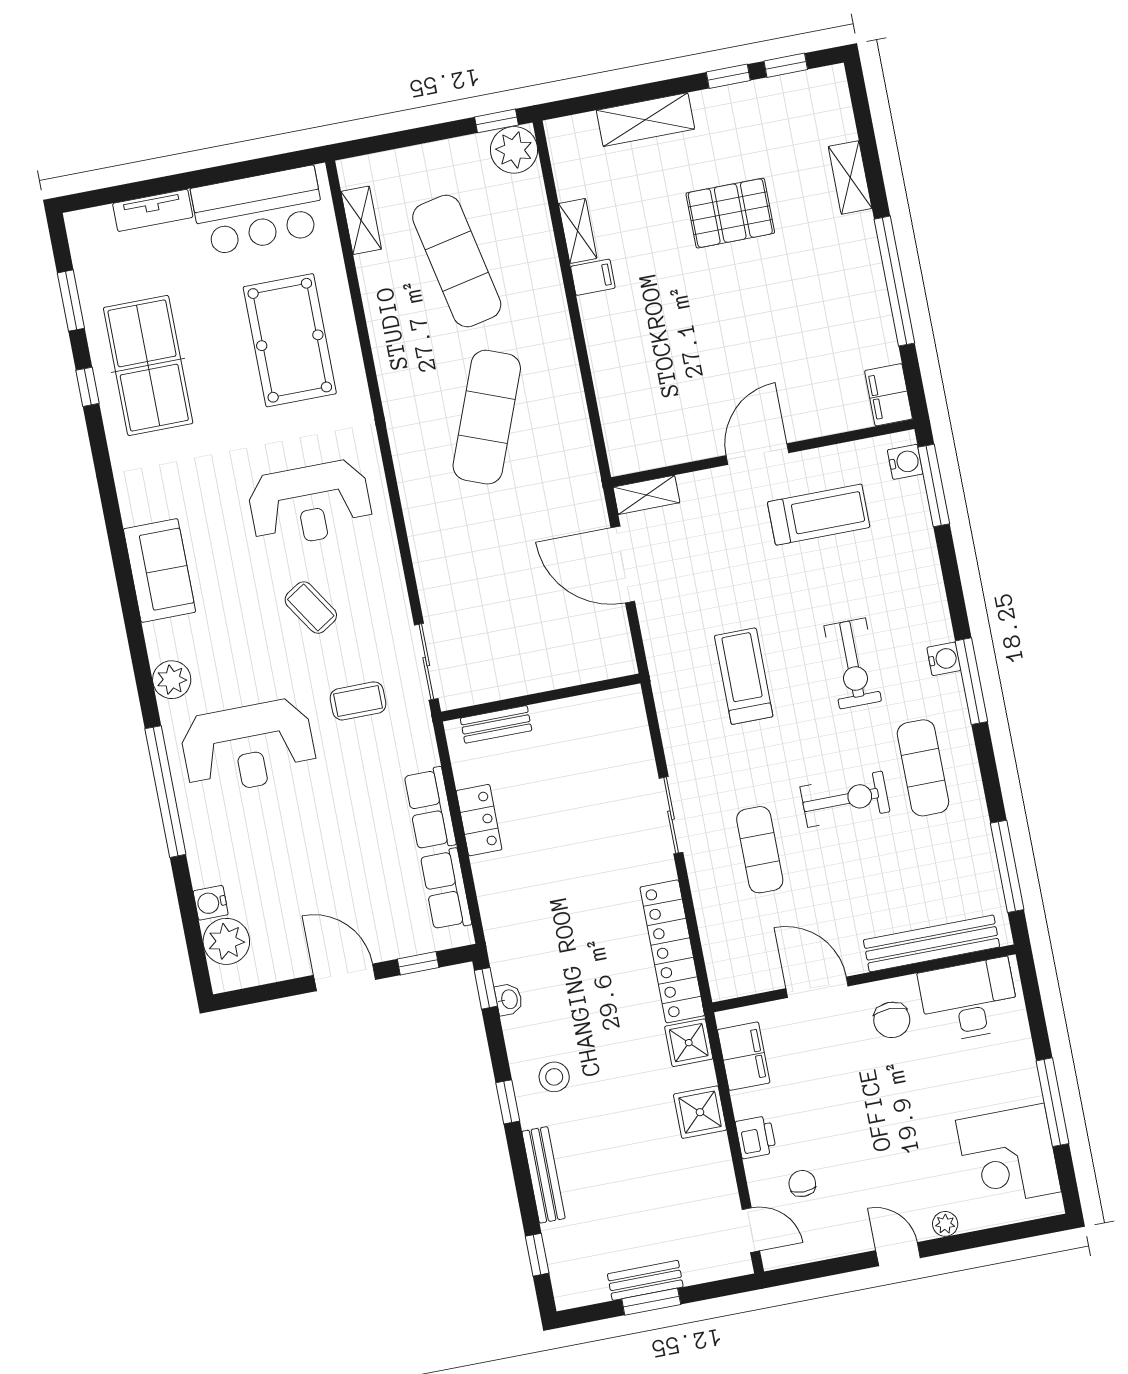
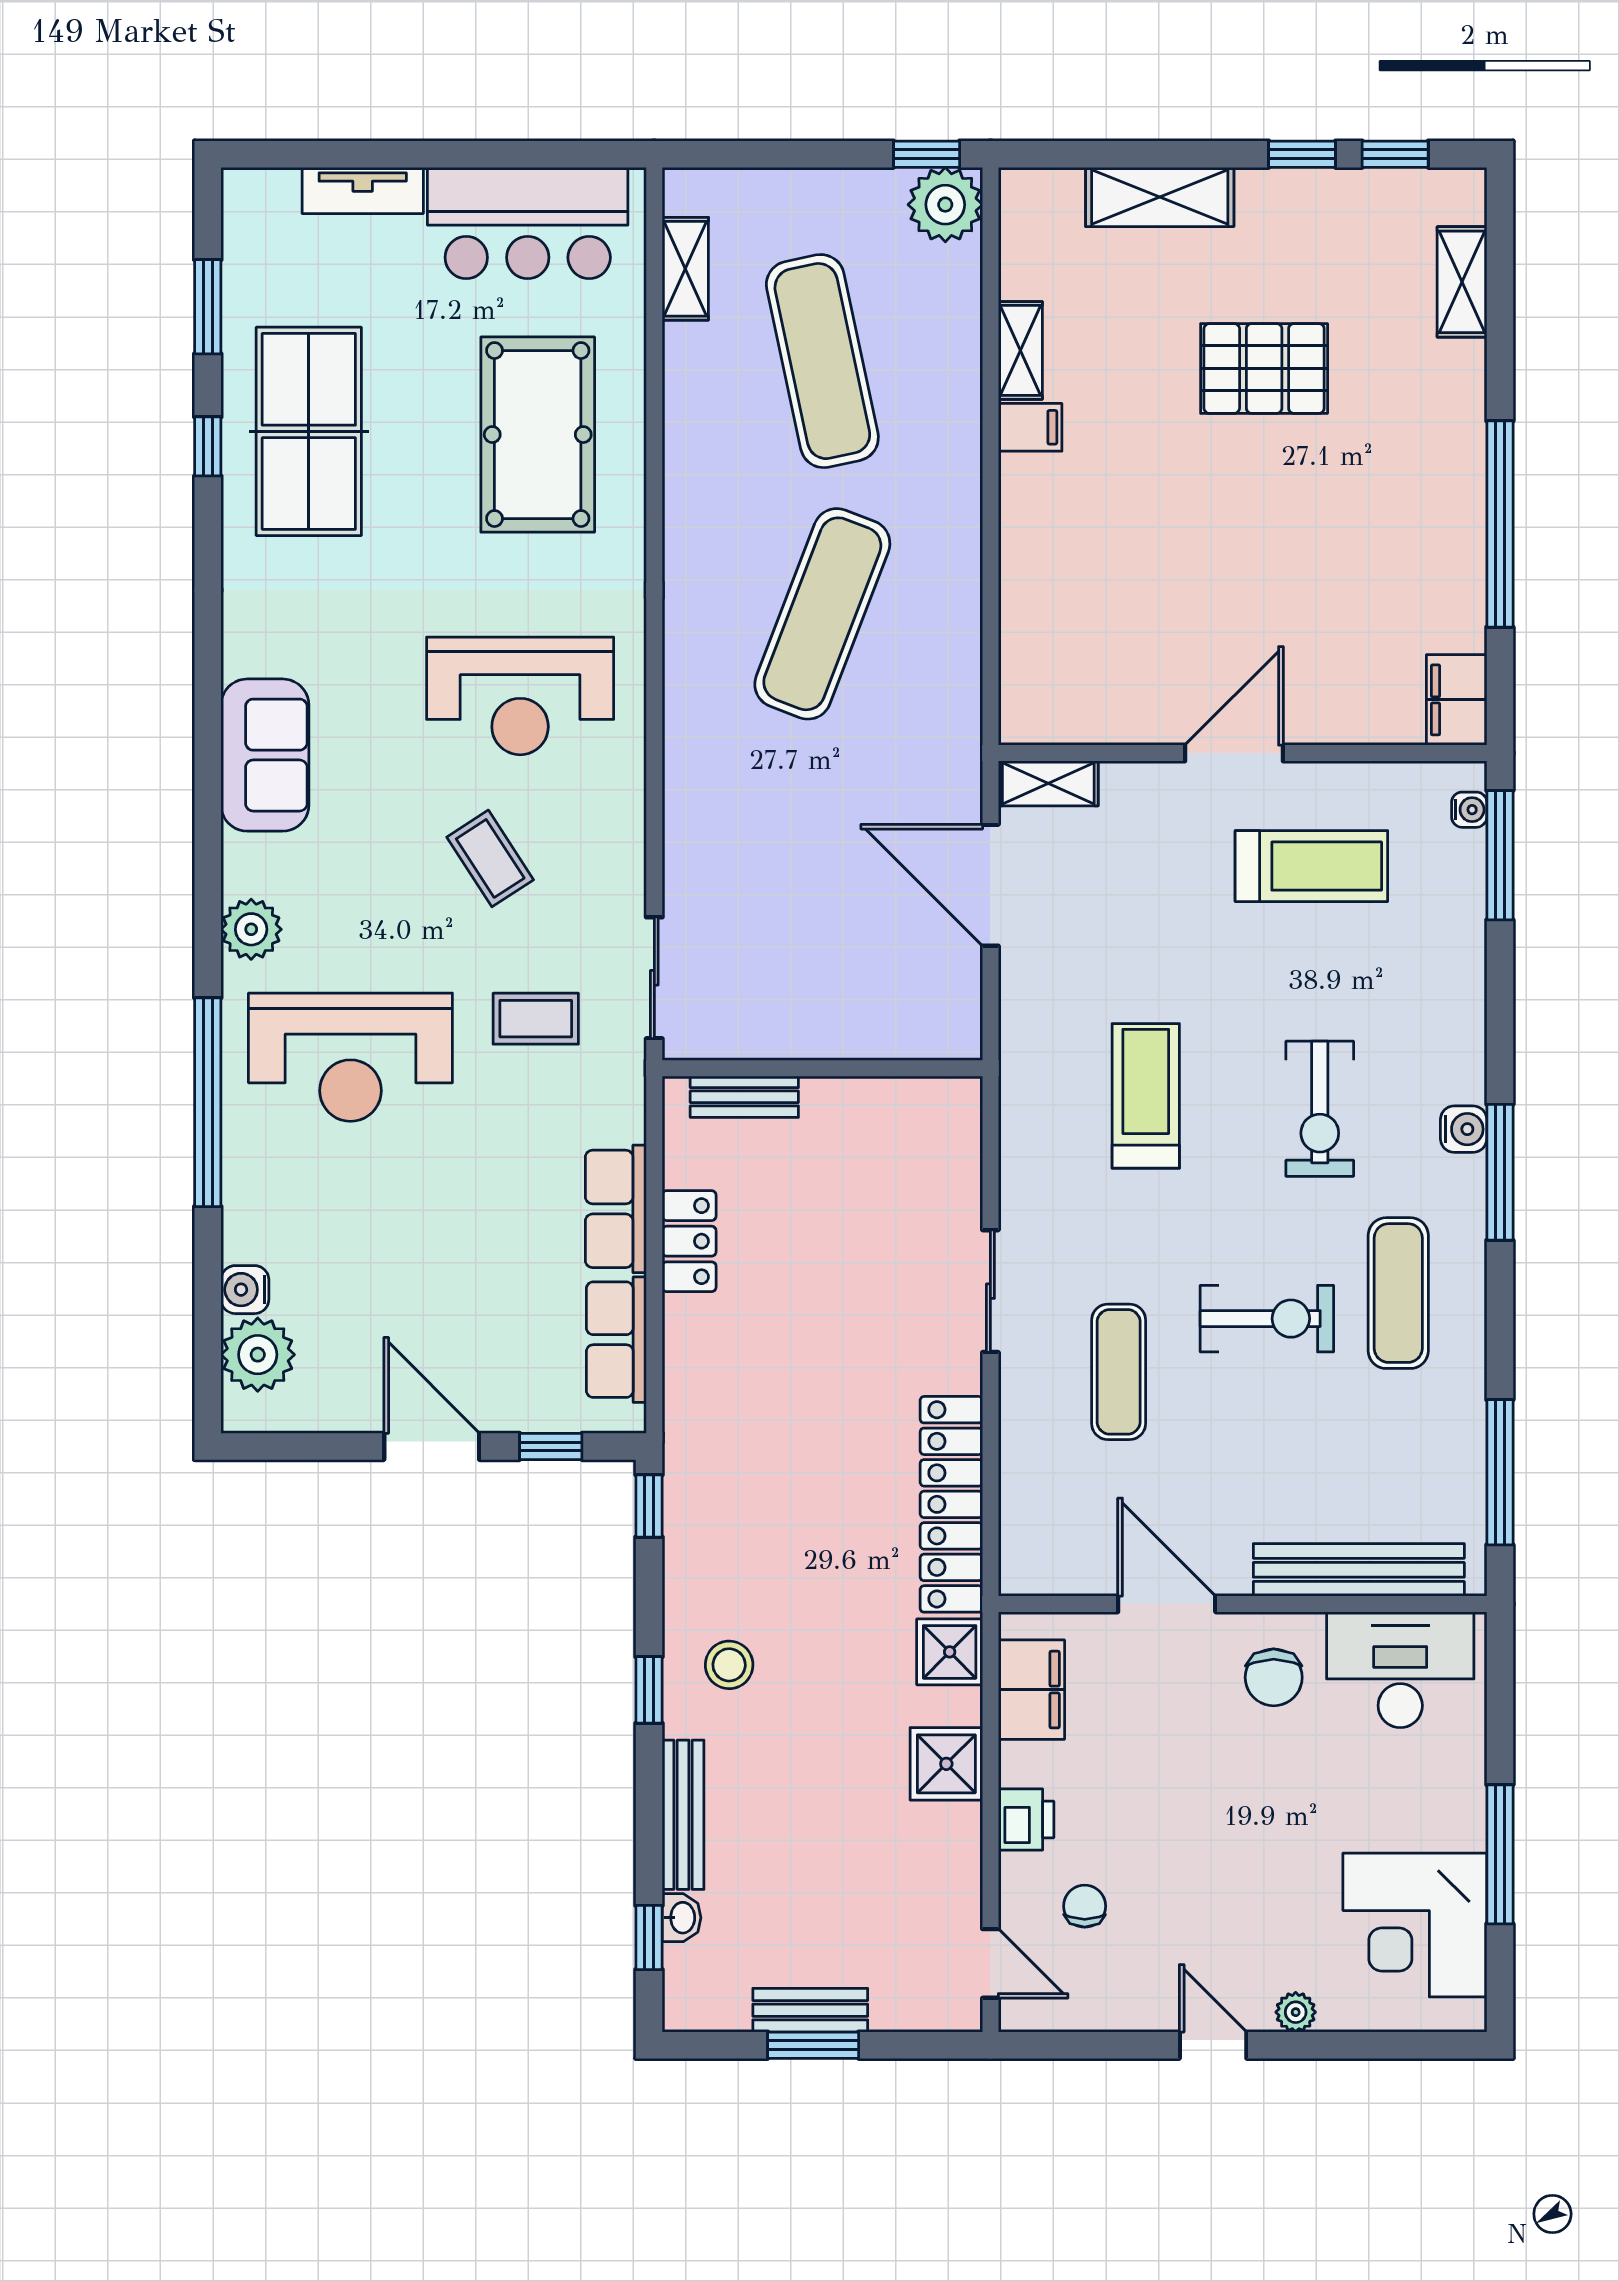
shelving: (850, 177) -> (1462, 282), moved
water cooler: (905, 462) -> (1469, 810), width x0.72, depth x0.72
washbasin: (509, 999) -> (682, 1918), moved

